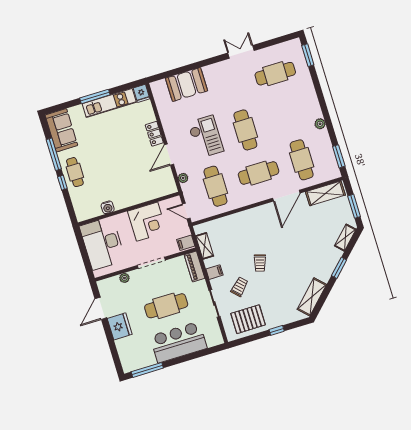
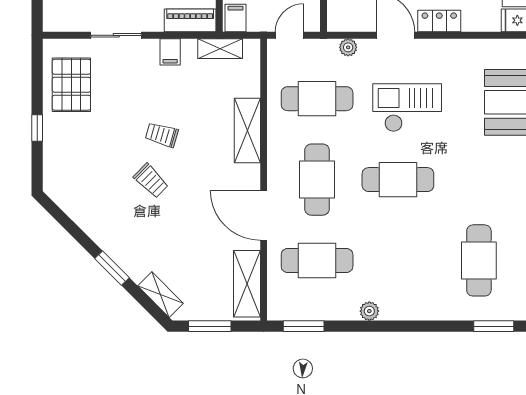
checkout: (206, 137) -> (407, 108), turned 180
trolley: (240, 287) -> (151, 181), moved
shelving: (312, 297) -> (247, 130), moved, turned 45

